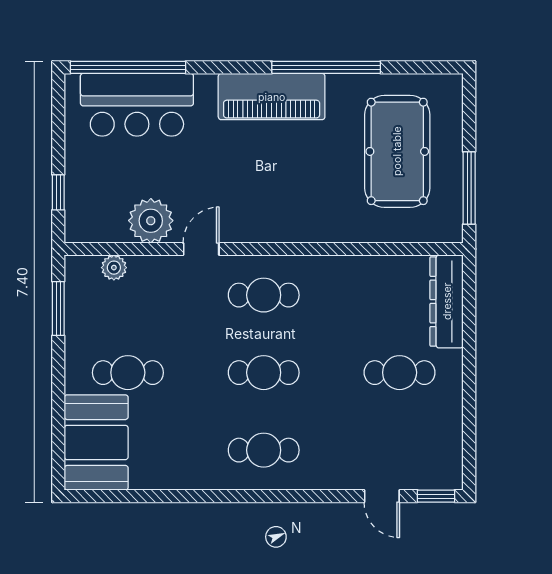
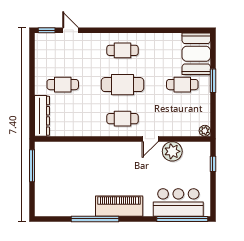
pool table: (397, 151) -> (64, 182), removed
plant: (114, 268) -> (205, 131), moved
window: (58, 308) -> (213, 81), moved
cafe table: (264, 373) -> (123, 85), width x1.37, depth x1.35

